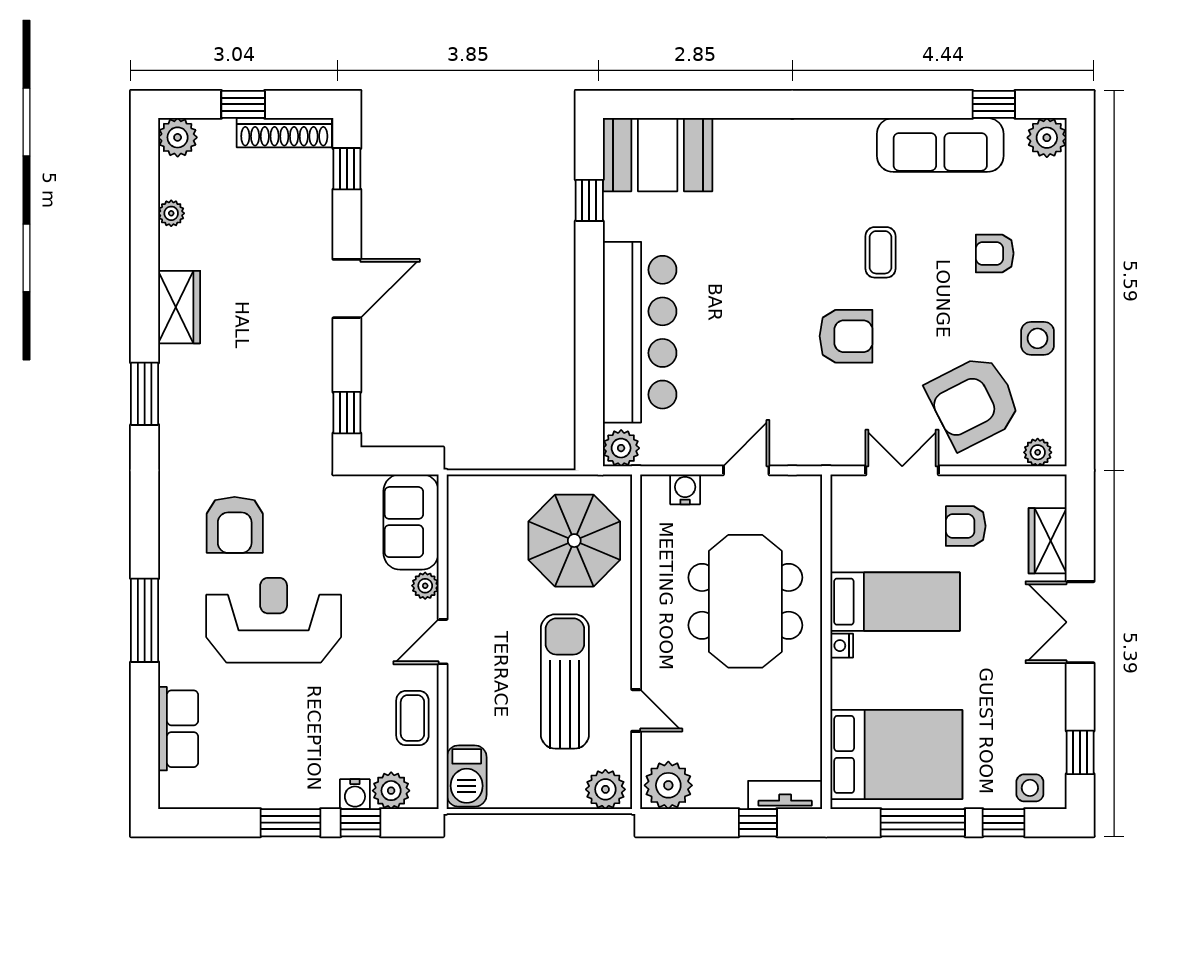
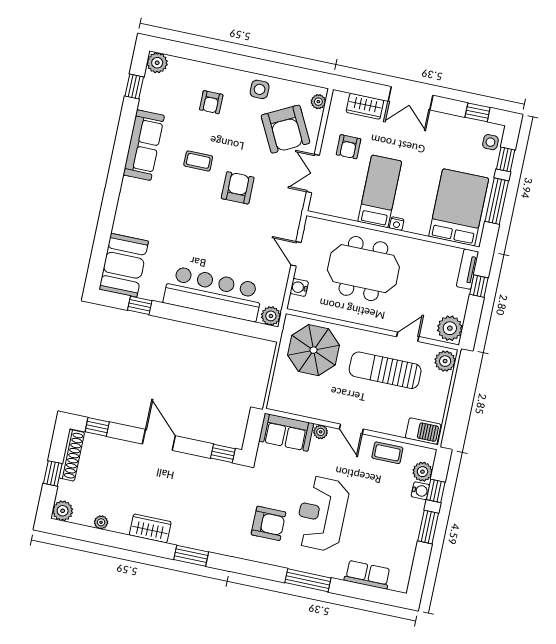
sofa: (940, 145) -> (144, 145), moved

